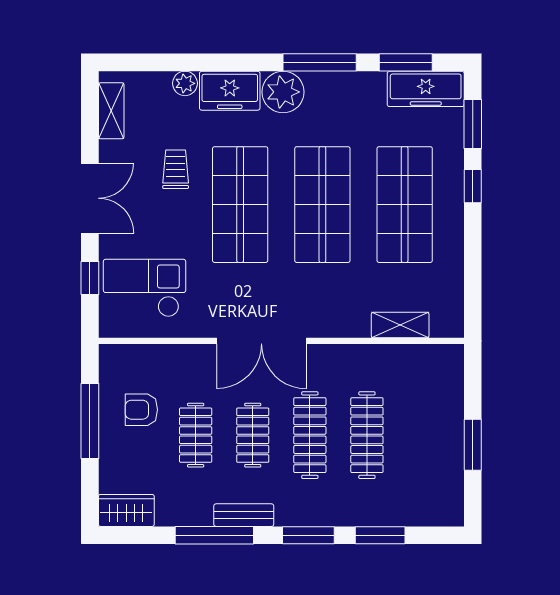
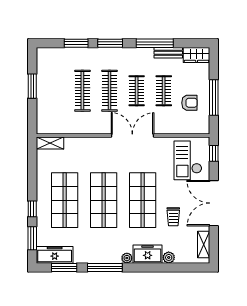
plant: (283, 92) -> (127, 258), width x0.53, depth x0.53
double door: (90, 198) -> (214, 203), width x1.37
window: (90, 278) -> (214, 153), moved
checkout: (145, 288) -> (188, 160), turned 90
shelving: (400, 325) -> (50, 143), moved
bench: (244, 515) -> (168, 53), moved

